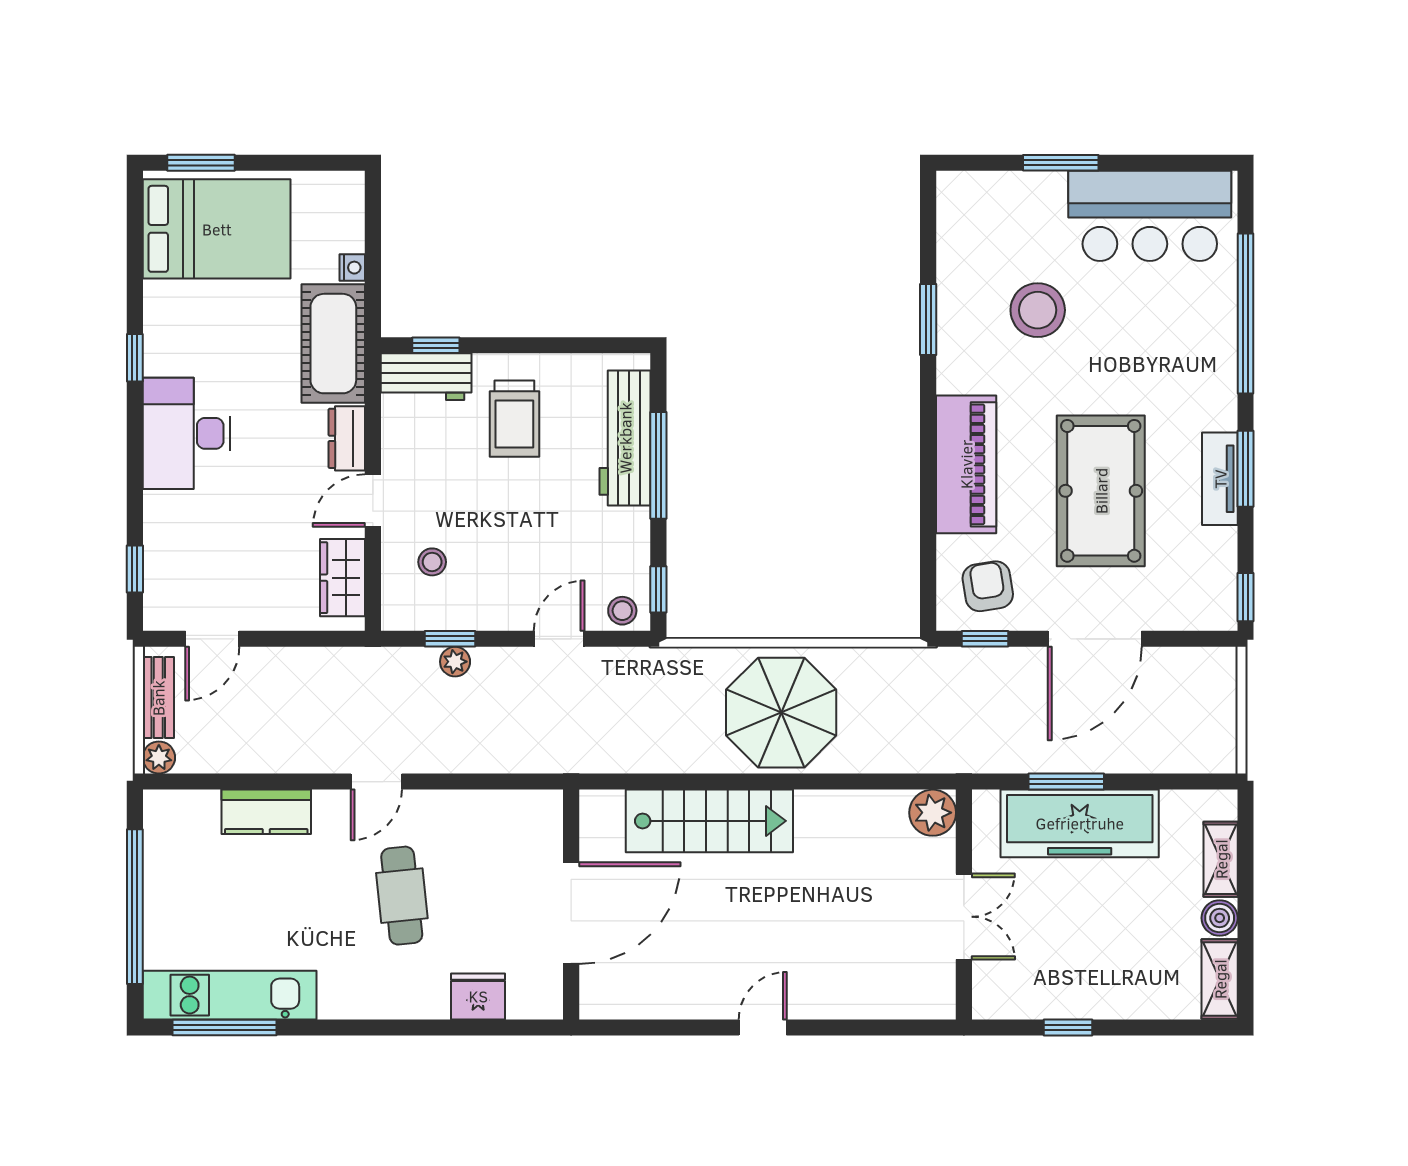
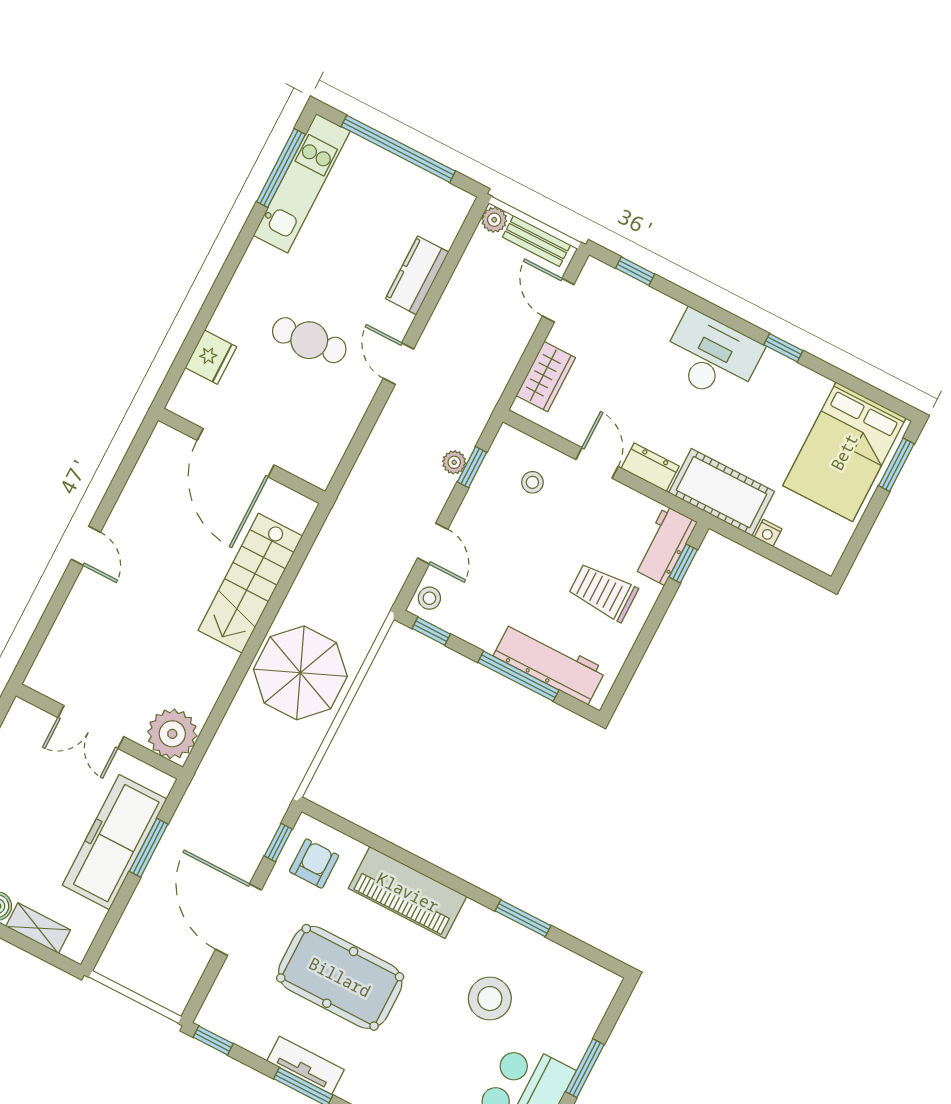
wardrobe: (342, 578) -> (546, 377), moved, turned 90
armchair: (988, 586) -> (314, 863), turned -81
plant: (933, 813) -> (172, 734), width x1.36, depth x1.36

